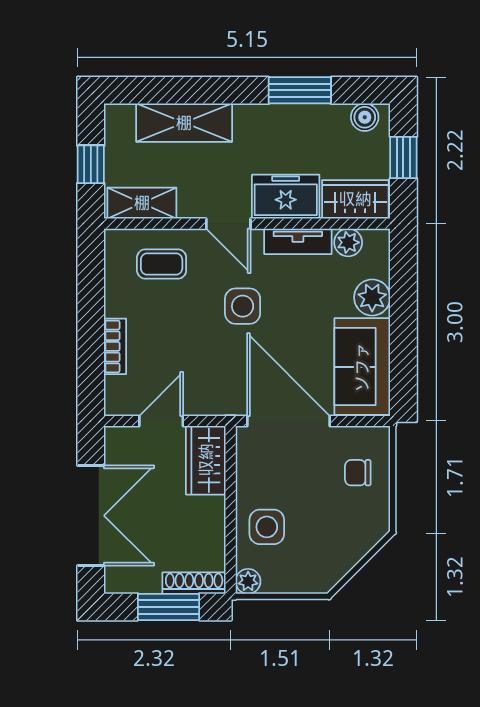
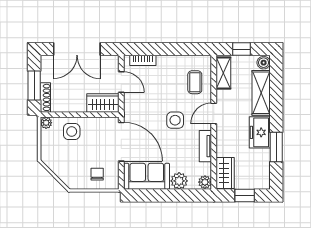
boiler: (365, 117) -> (264, 63), moved
freezer: (286, 197) -> (260, 132), moved, turned 180
plant: (348, 242) -> (205, 182), moved
bookcase: (115, 346) -> (143, 60), moved
door: (288, 421) -> (121, 142), hinge flipped

